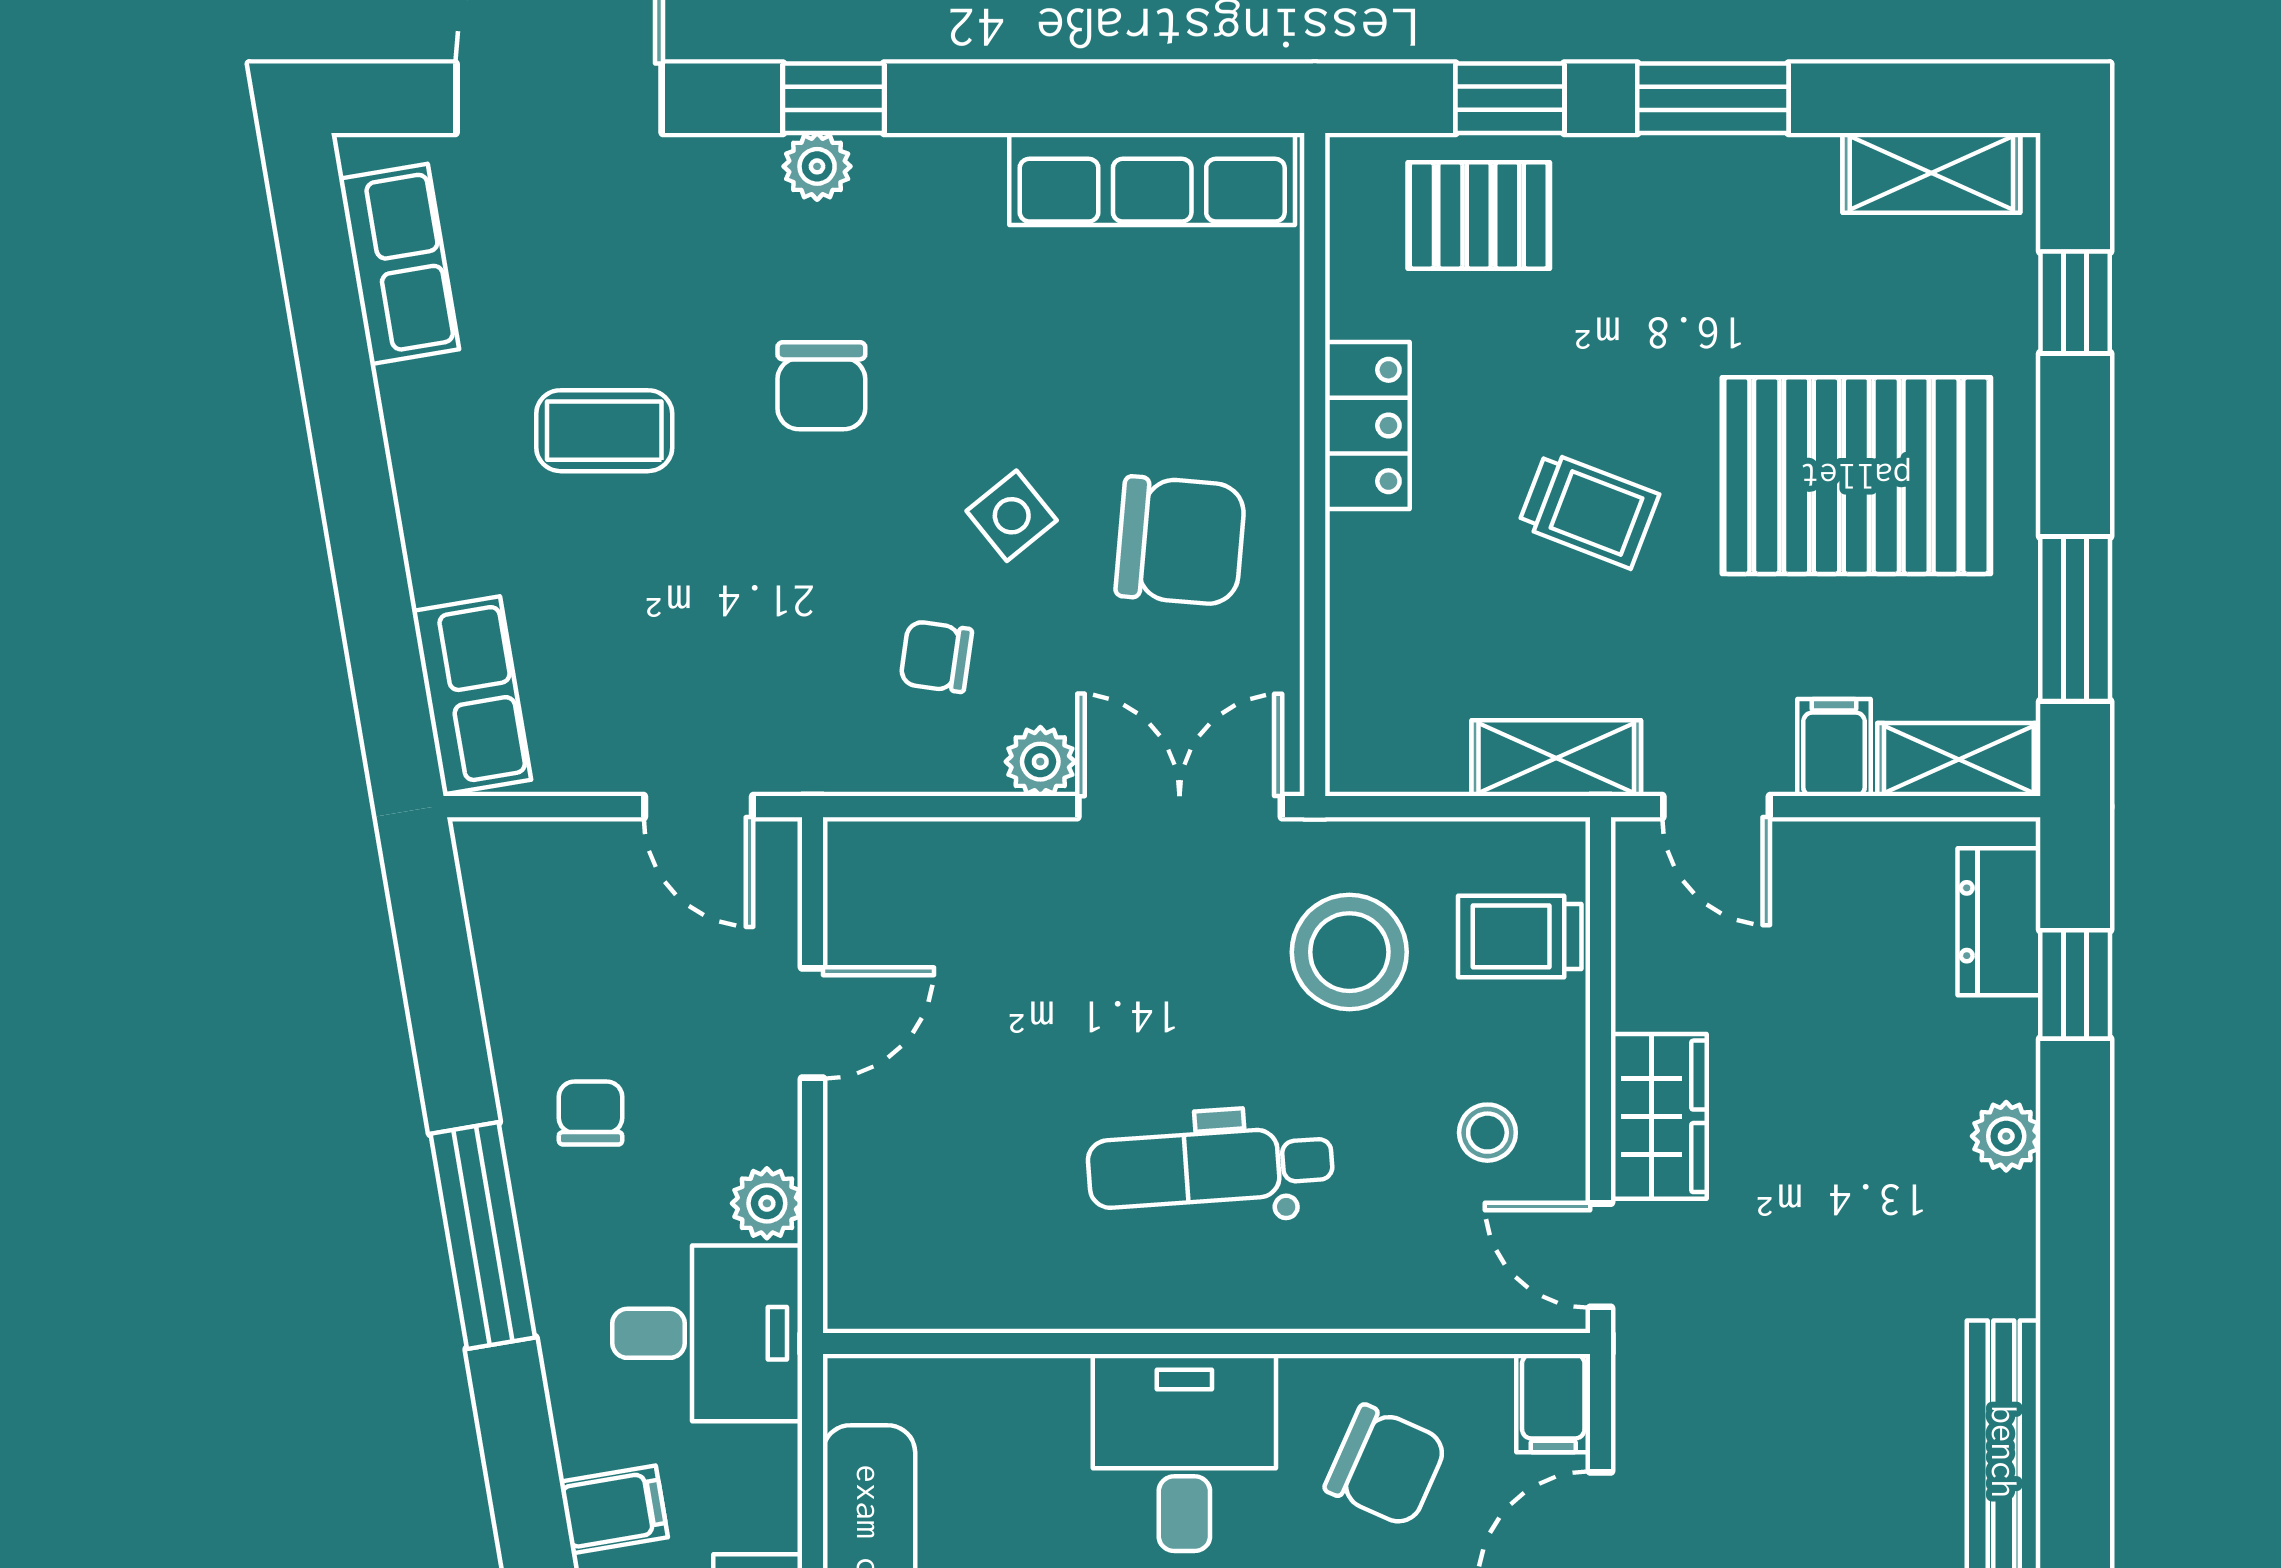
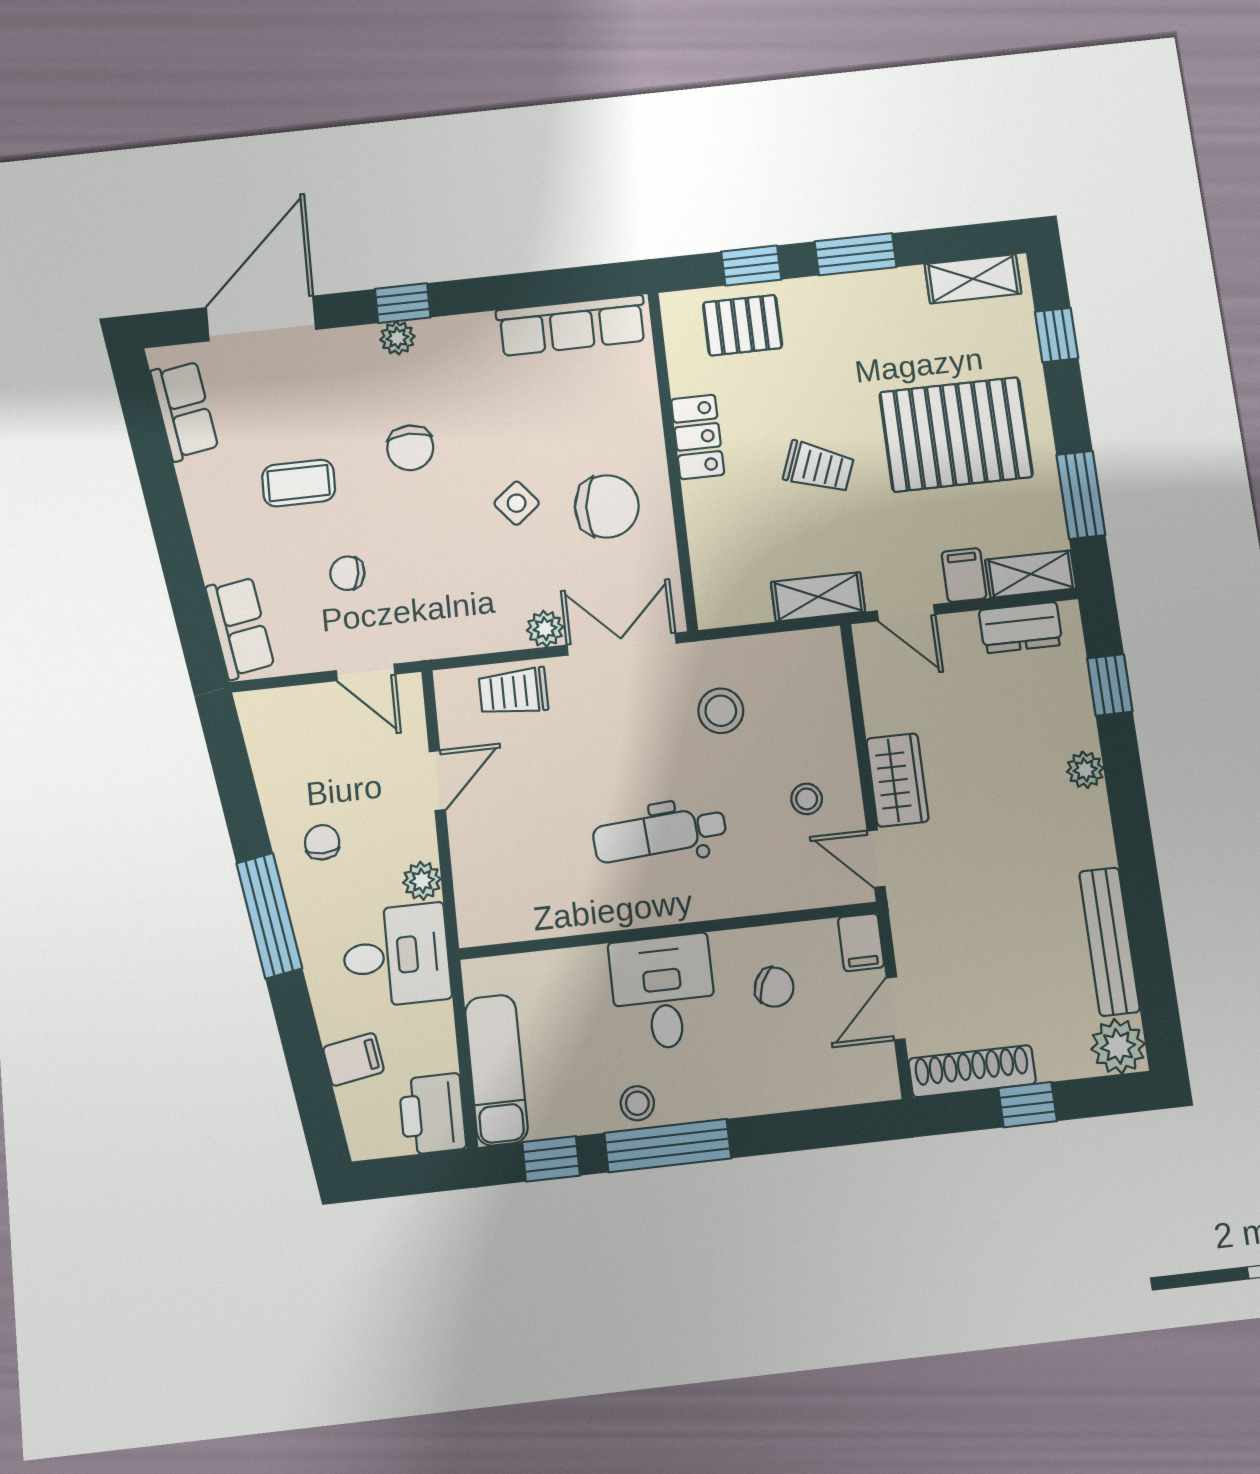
chair: (936, 656) -> (347, 573), moved
dresser: (1999, 922) -> (1021, 627), moved, turned -90
trolley: (1520, 936) -> (513, 692), moved
stool: (1349, 952) -> (721, 711), width x0.73, depth x0.73
chair: (1386, 1466) -> (774, 987), width x0.73, depth x0.73

